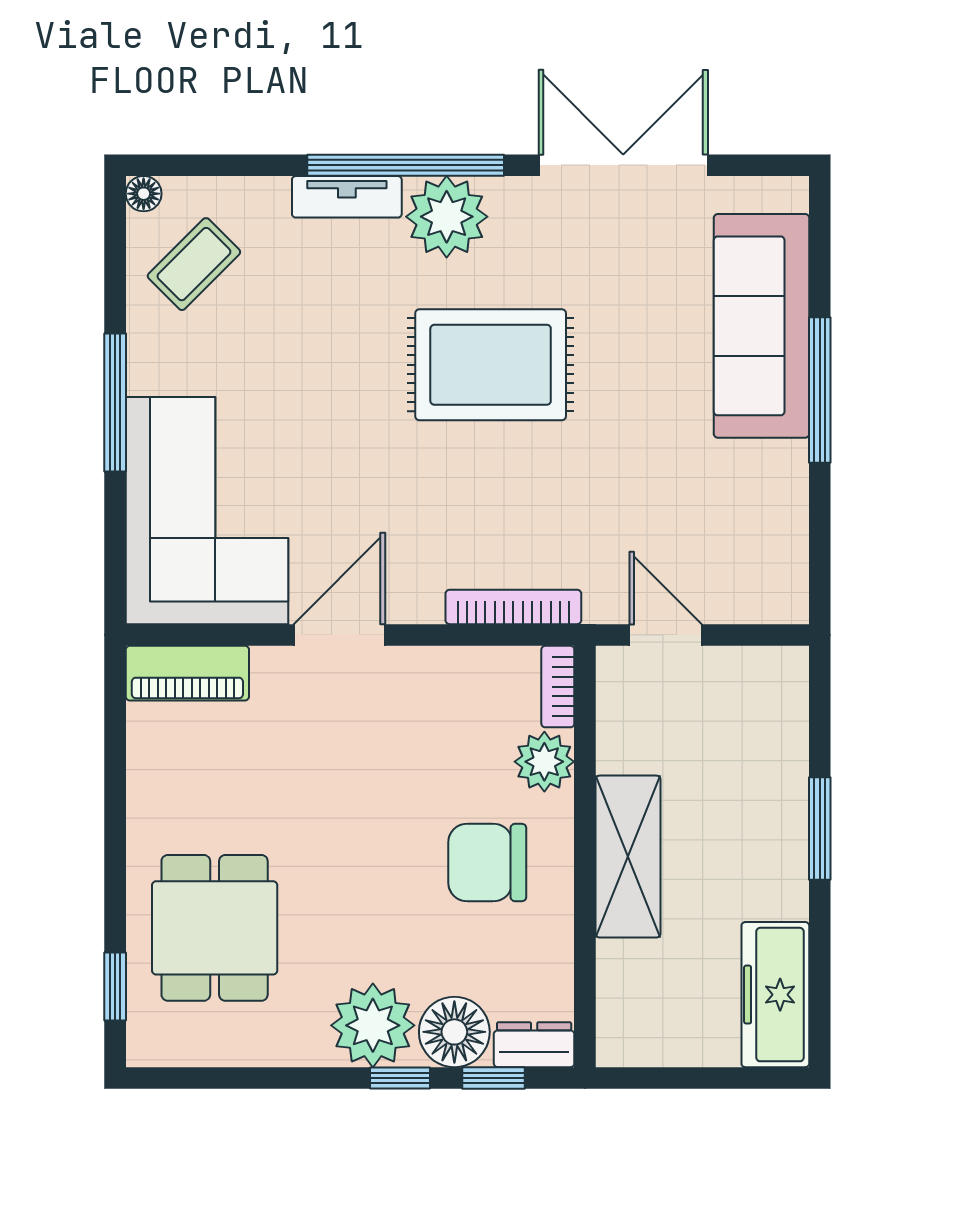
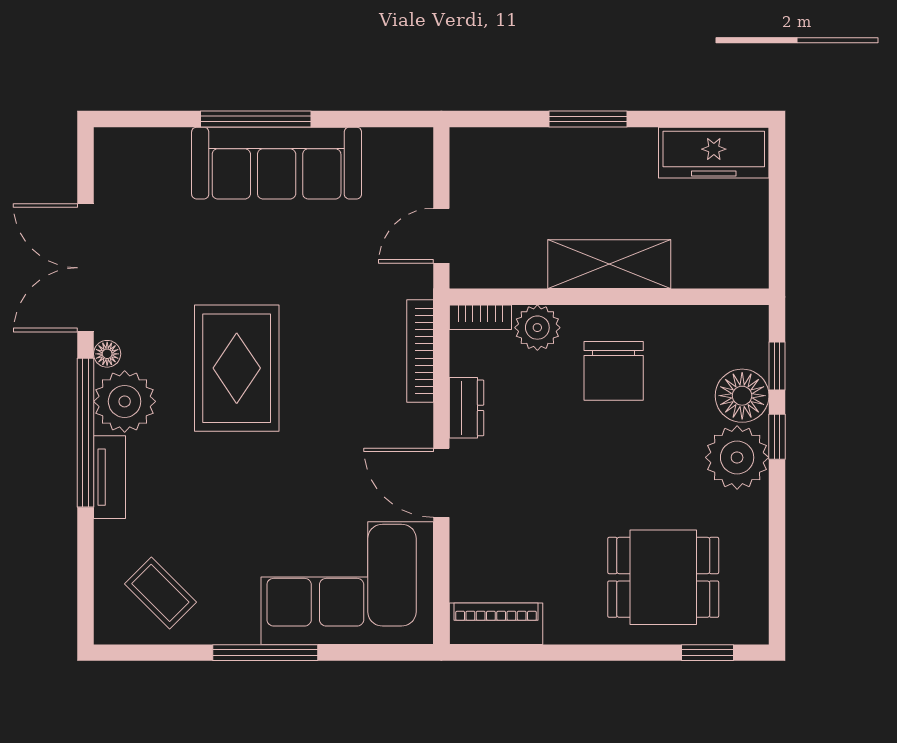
floor lamp: (144, 194) -> (107, 354), moved
sofa: (761, 326) -> (277, 163), moved
piano: (187, 673) -> (496, 624), moved, turned -90
dresser: (534, 1045) -> (467, 408), moved, turned 180

